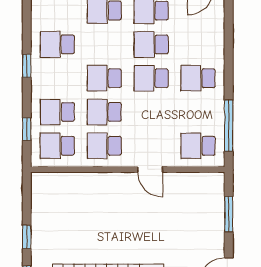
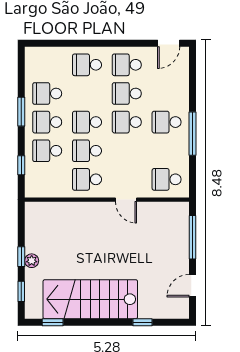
window: (27, 66) -> (21, 112), width x1.50
window: (229, 126) -> (192, 134), moved
school desk: (57, 146) -> (47, 122), moved
window: (229, 214) -> (192, 237), width x1.44
plant: (39, 242) -> (32, 261), added

